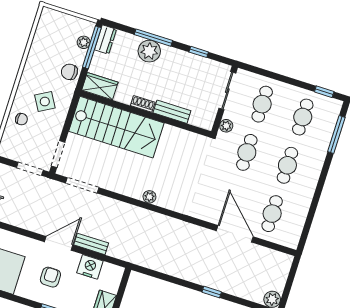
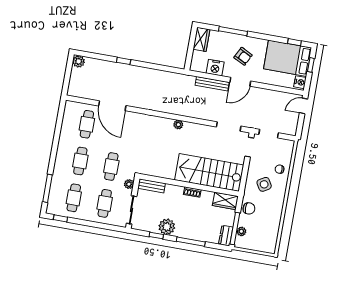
plant: (149, 51) -> (167, 227), moved
bench: (172, 112) -> (151, 186), moved
bench: (91, 244) -> (212, 84), width x1.36
armchair: (50, 277) -> (243, 56), turned -63

